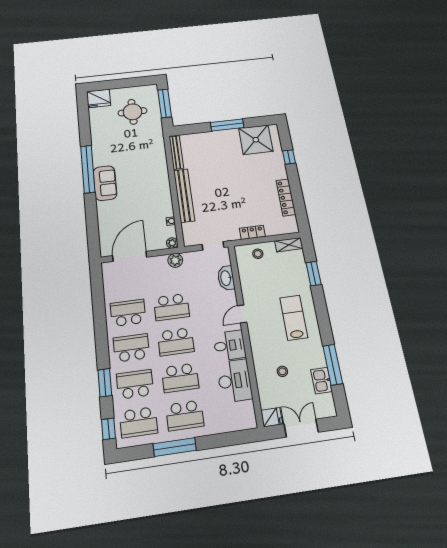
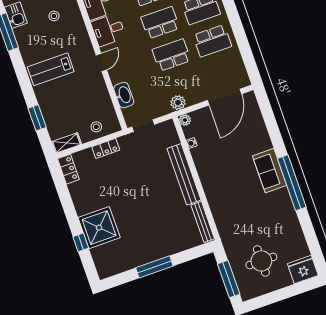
shower: (256, 140) -> (99, 228), moved
locker: (286, 197) -> (68, 169), moved, width x0.66
lab bench: (294, 318) -> (51, 69), turned 90

